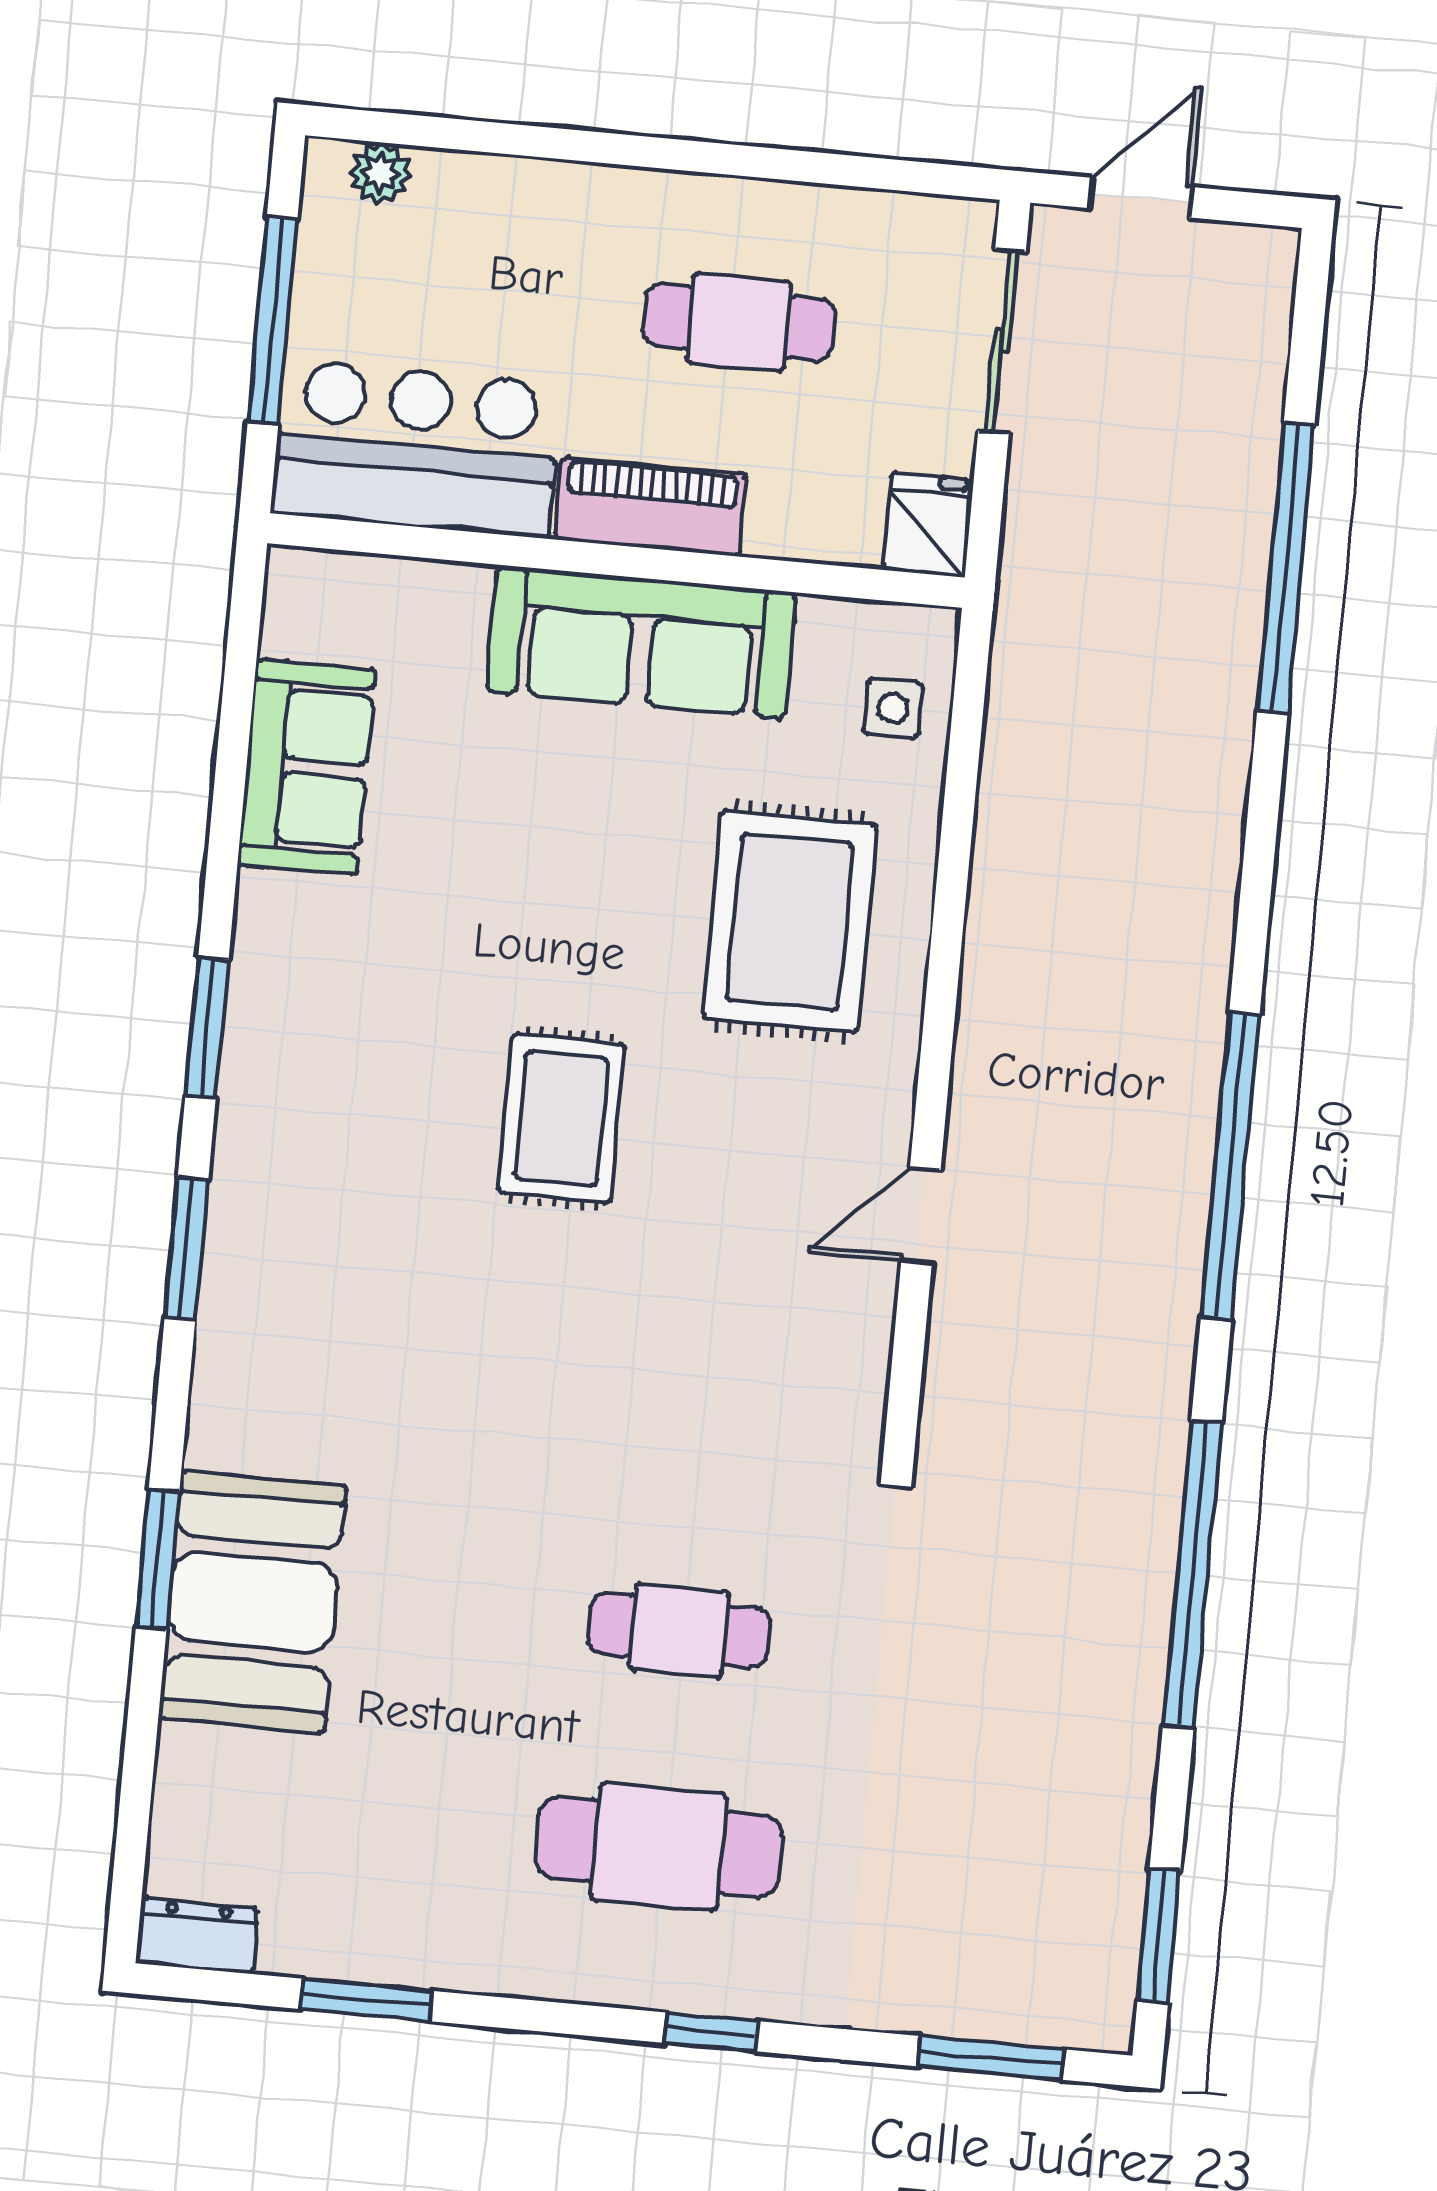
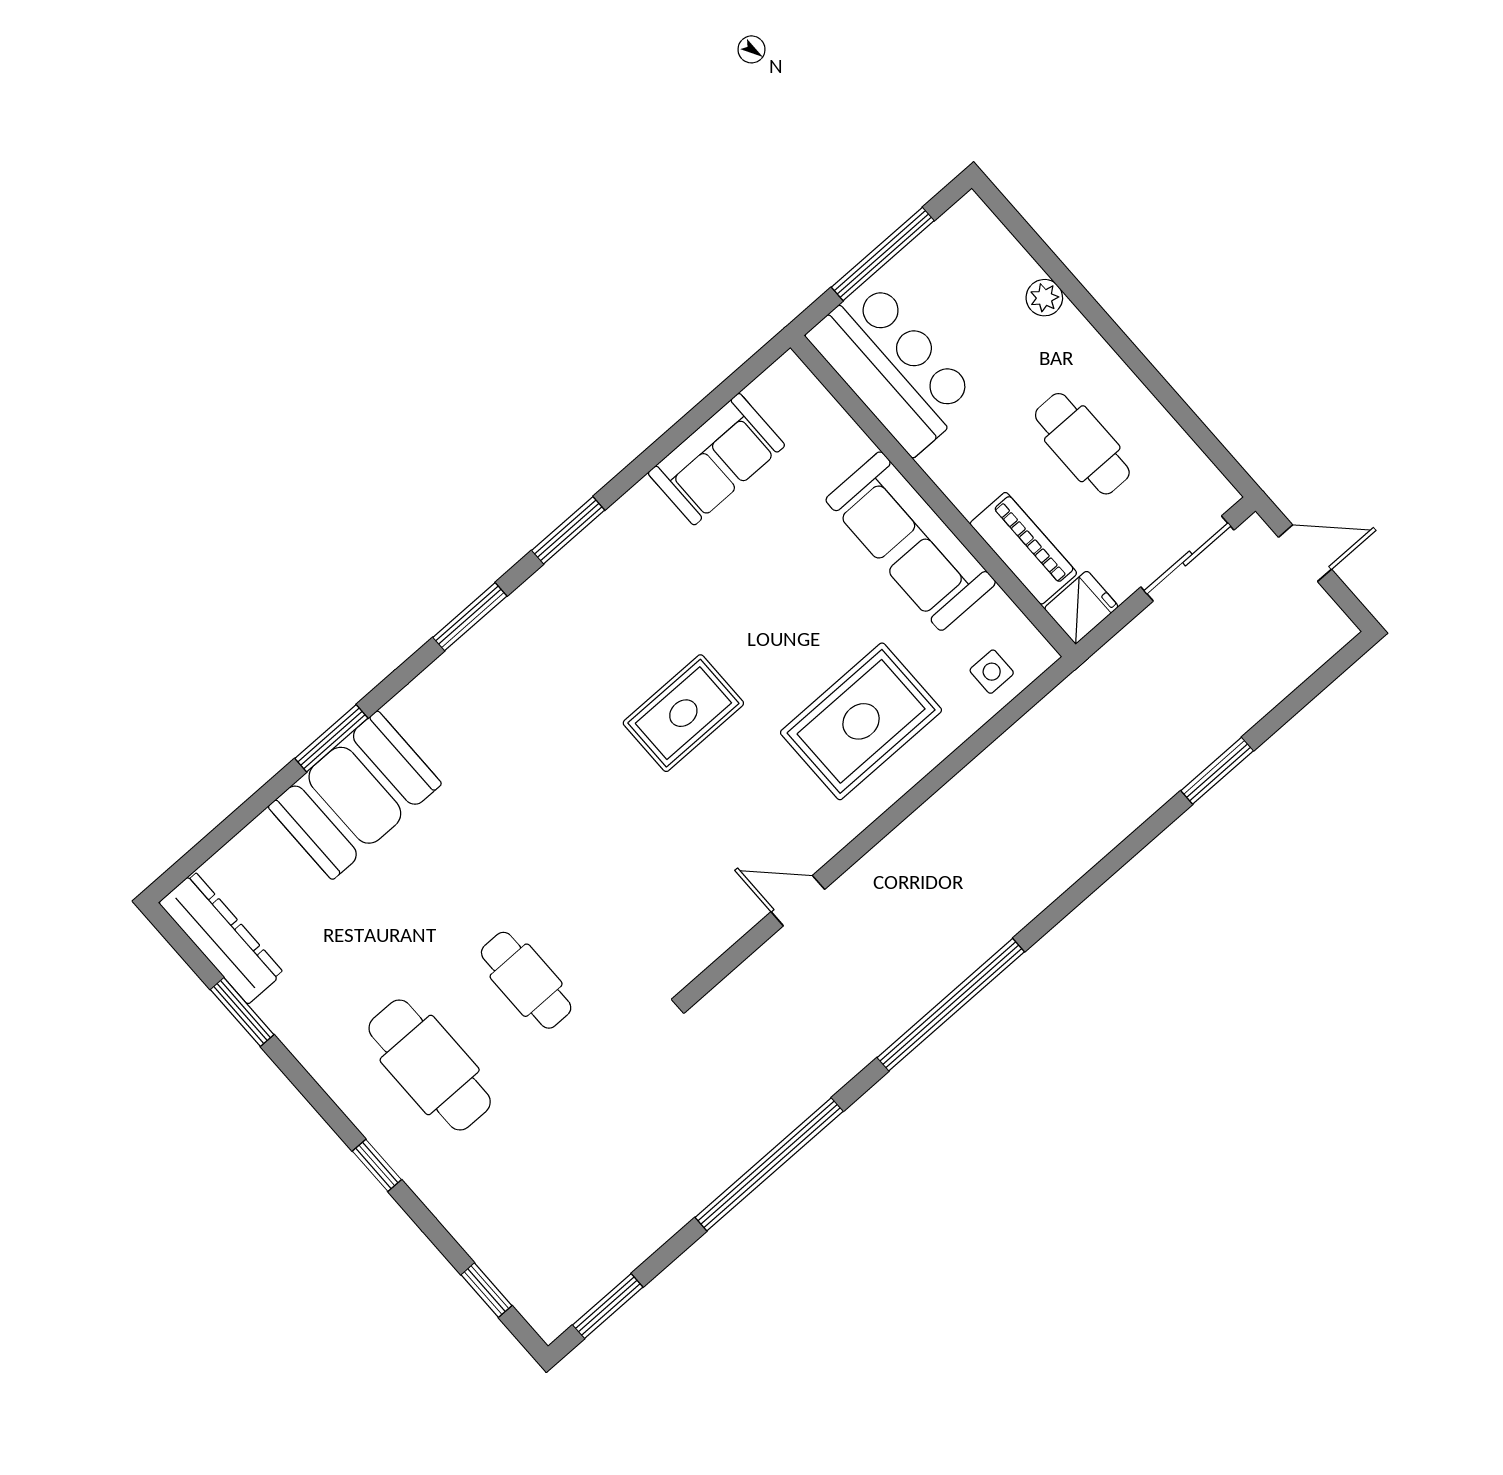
plant: (380, 173) -> (1044, 298), moved
piano: (651, 507) -> (1023, 548), moved
window: (1286, 568) -> (1217, 771), width x0.47
dresser: (197, 1936) -> (221, 938), width x1.96, depth x1.24
window: (991, 2058) -> (486, 1290), width x0.67

